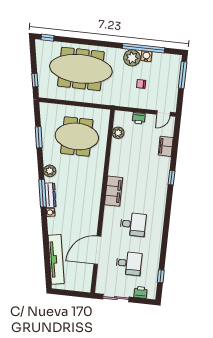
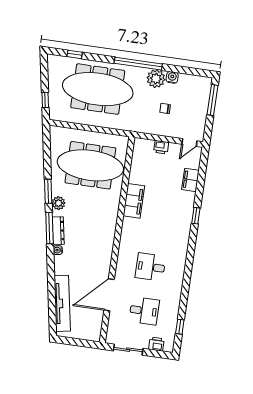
window: (48, 38) -> (75, 54), moved
window: (144, 48) -> (138, 64), moved
plant: (118, 133) -> (137, 163), removed
meeting table: (77, 136) -> (90, 165), width x1.36
window: (39, 137) -> (48, 191), moved
filing cabinet: (114, 191) -> (134, 201), moved
desk: (133, 224) -> (150, 267), turned 180

